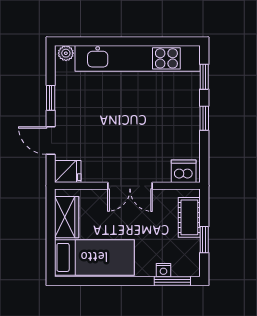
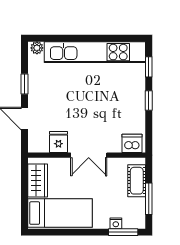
fridge: (68, 171) -> (58, 142), moved, turned -90
window: (204, 240) -> (149, 199), width x1.50

